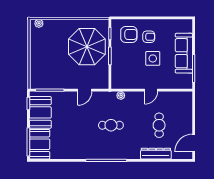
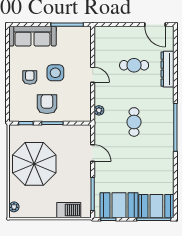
armchair: (129, 34) -> (47, 104), moved
parasol: (87, 47) -> (34, 164), moved
sofa: (184, 53) -> (33, 36), moved
barbecue: (36, 70) -> (69, 210), added

